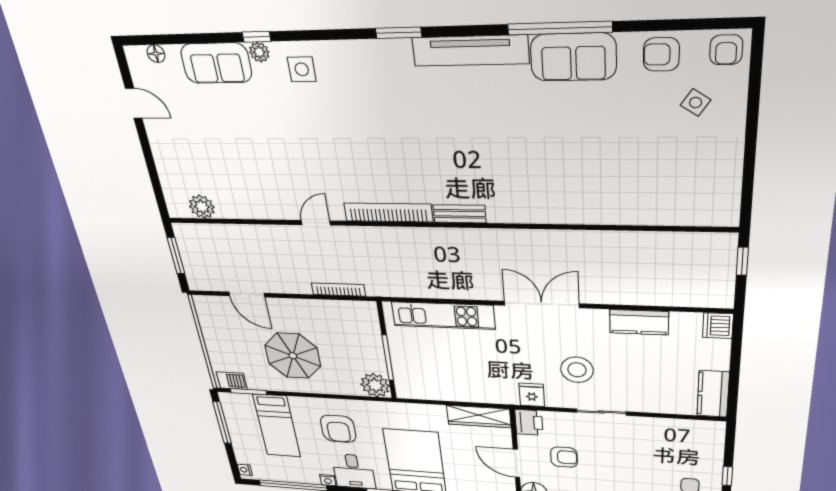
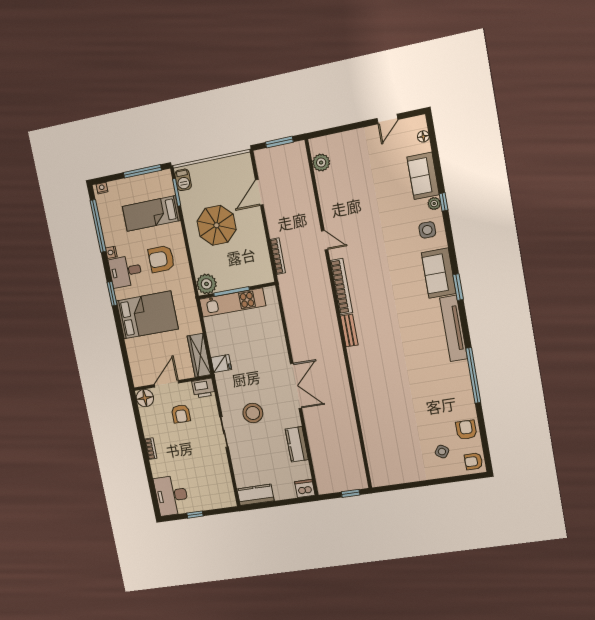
sofa: (573, 57) -> (439, 273), moved
kitchen unit: (443, 316) -> (232, 303), moved, turned -90
fridge: (532, 395) -> (221, 364), moved

